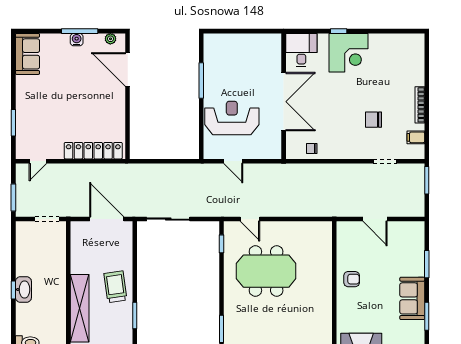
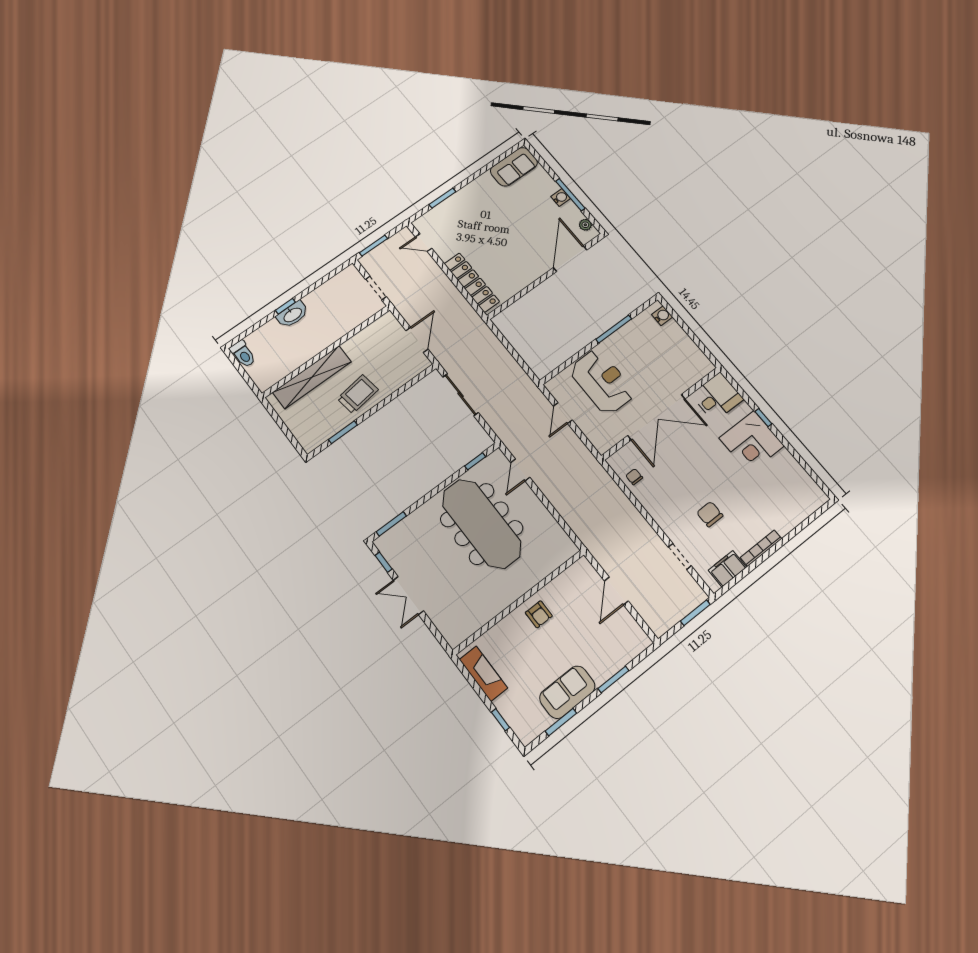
water cooler: (217, 40) -> (662, 316), added
filing cabinet: (416, 137) -> (727, 569), width x2.00
door: (107, 219) -> (417, 340), width x0.73
meeting table: (266, 271) -> (482, 524), width x1.36

